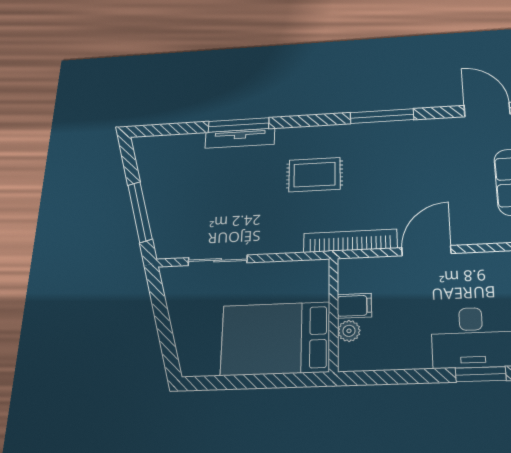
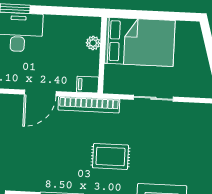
sliding door: (218, 260) -> (153, 98), moved
filing cabinet: (354, 306) -> (88, 85), moved

